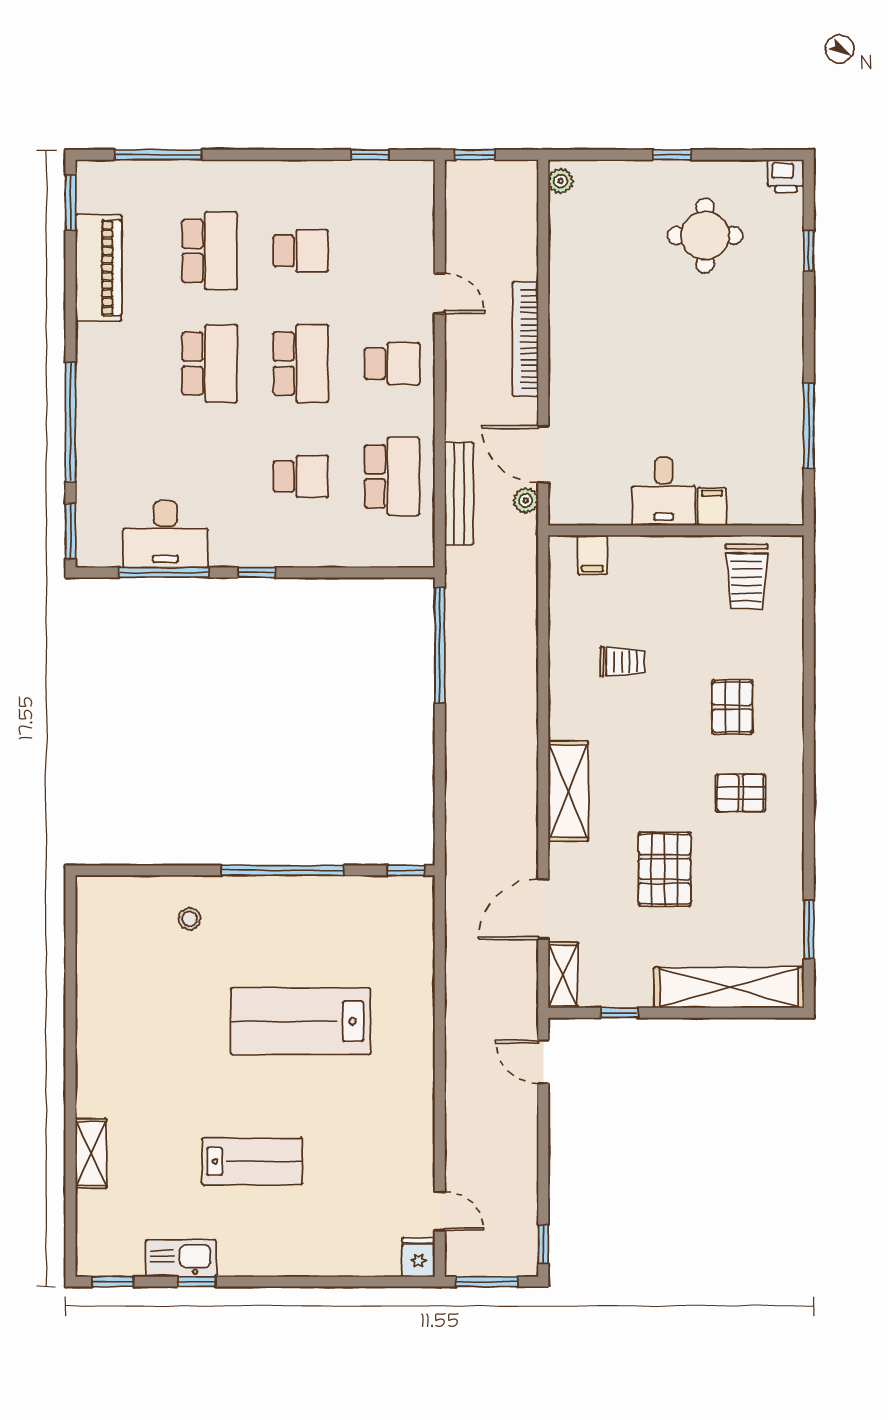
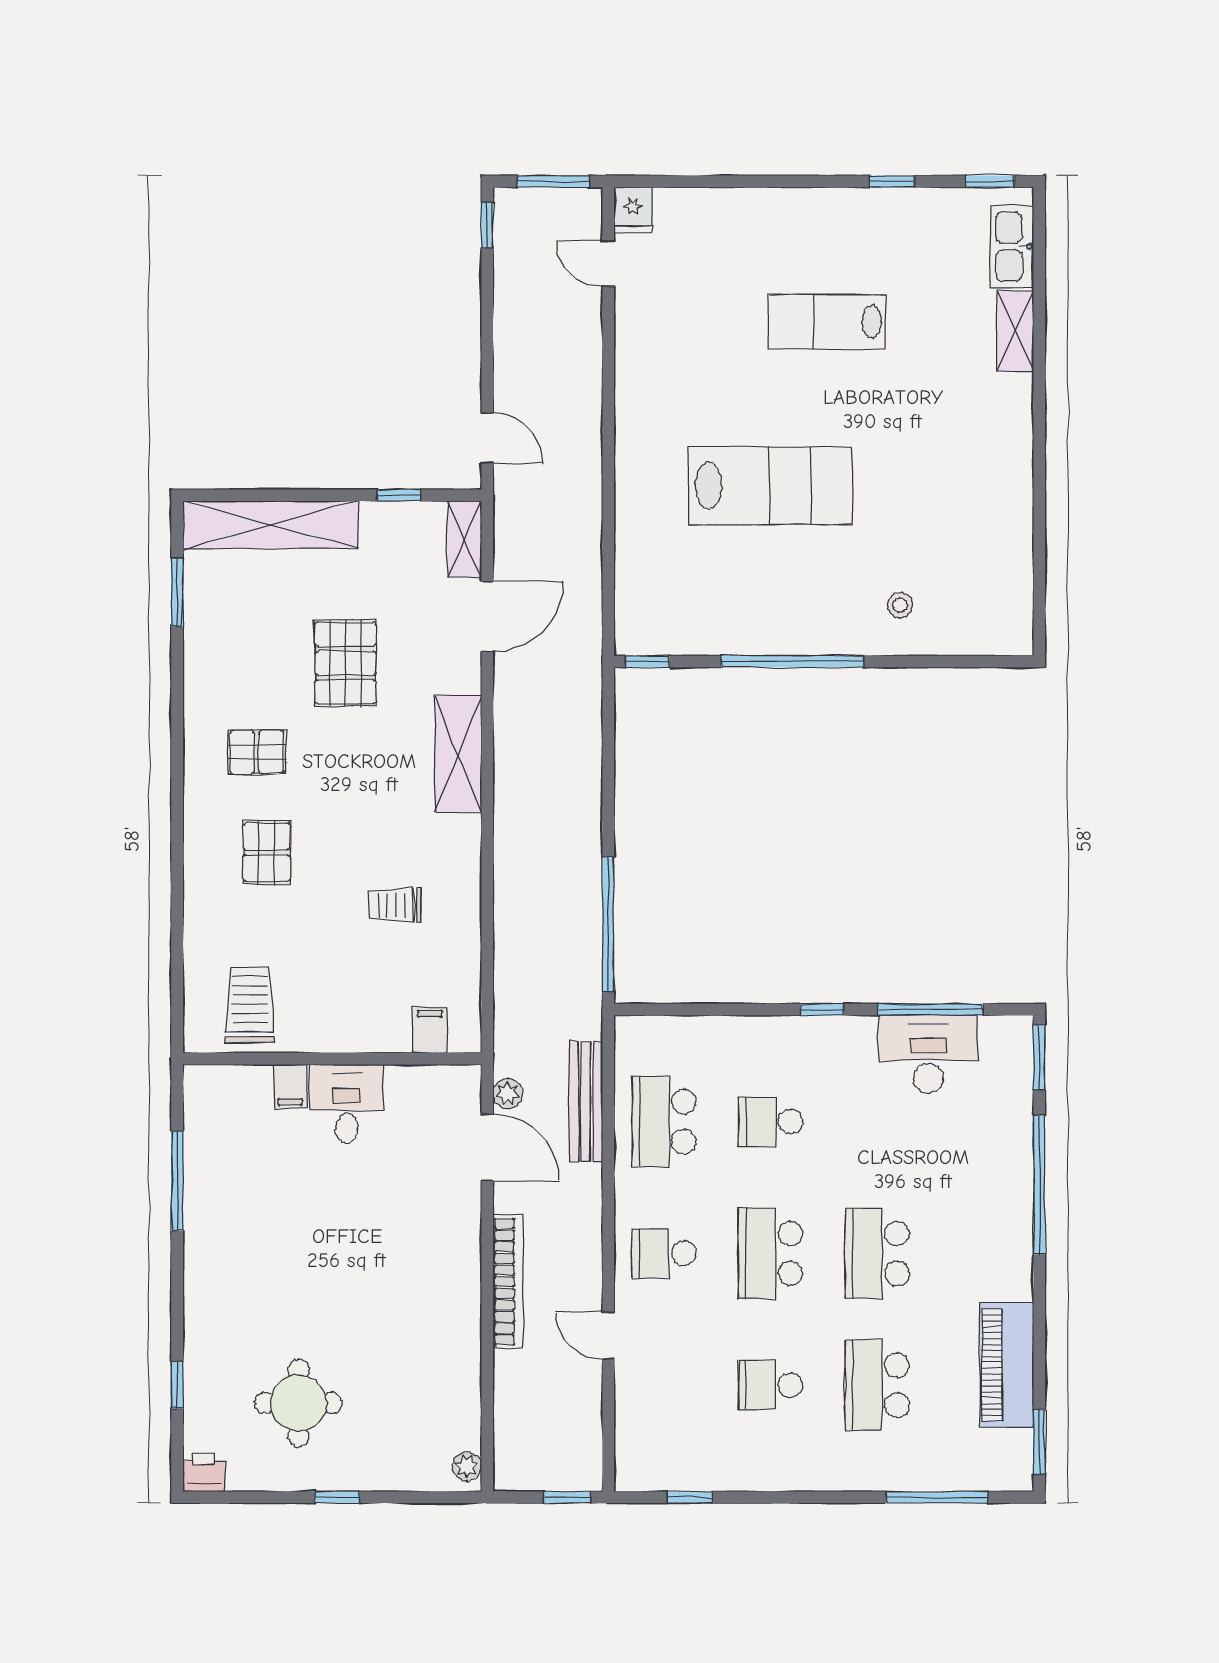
kitchen sink: (181, 1258) -> (1012, 246), moved, turned 90

